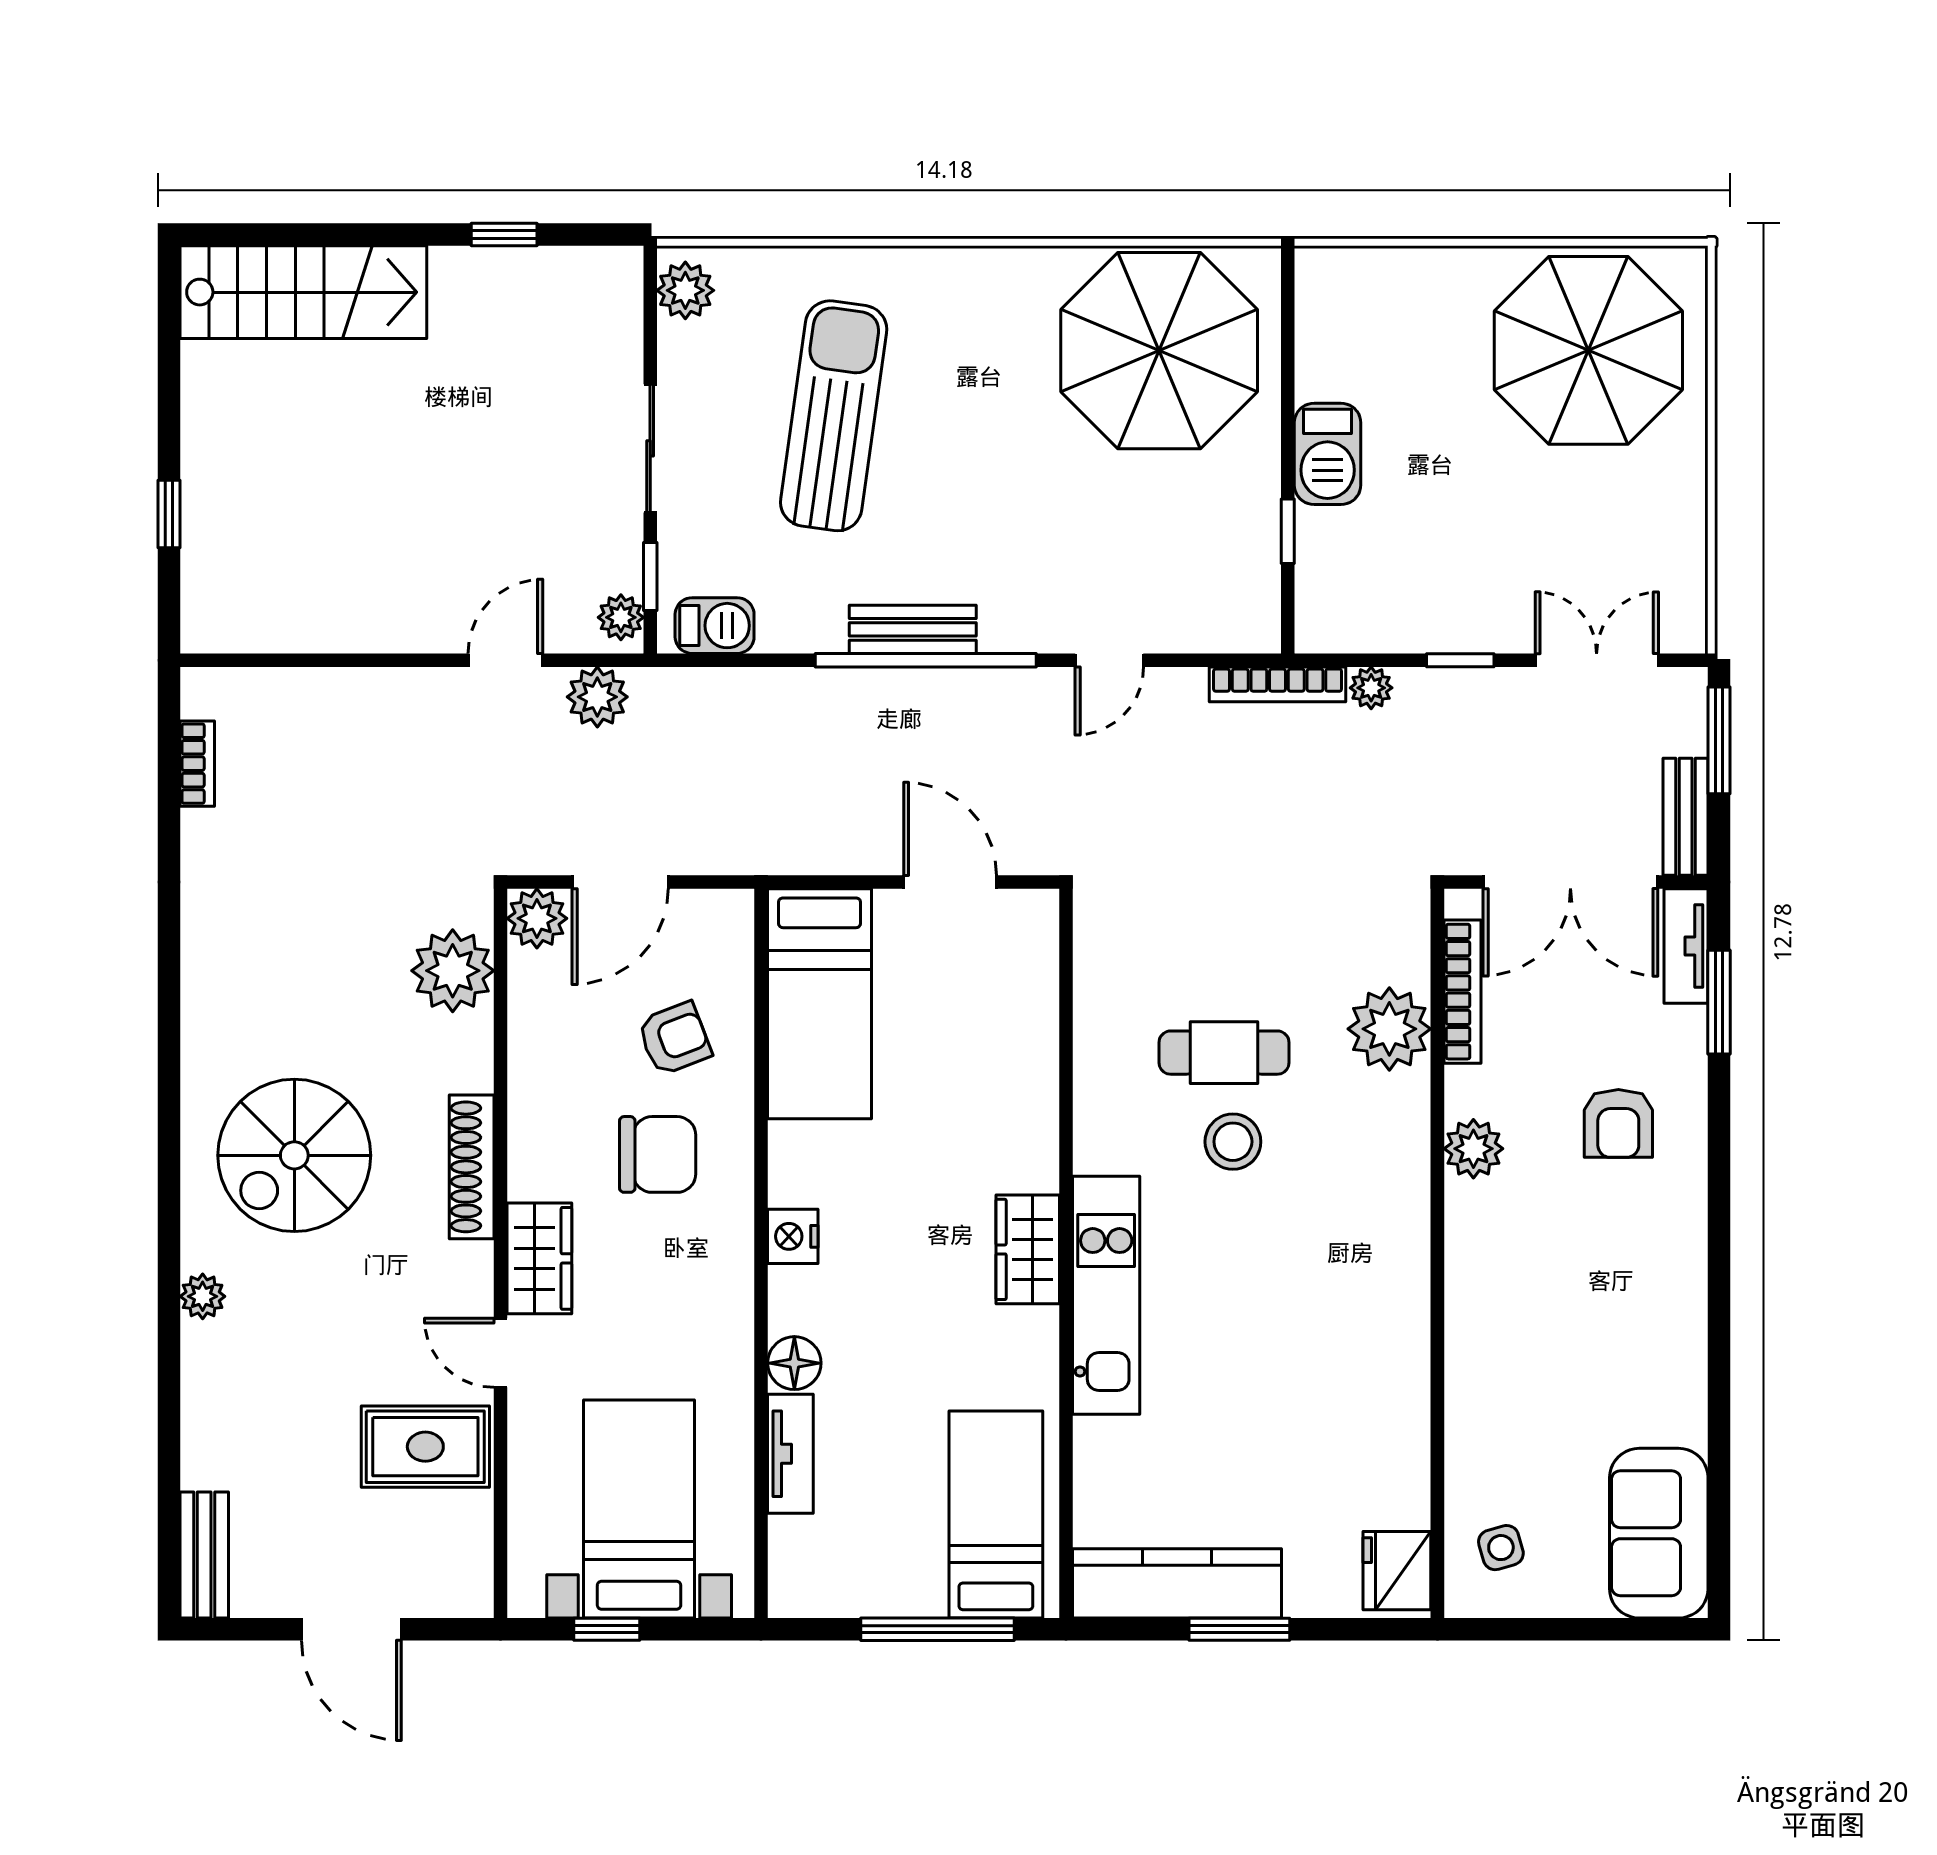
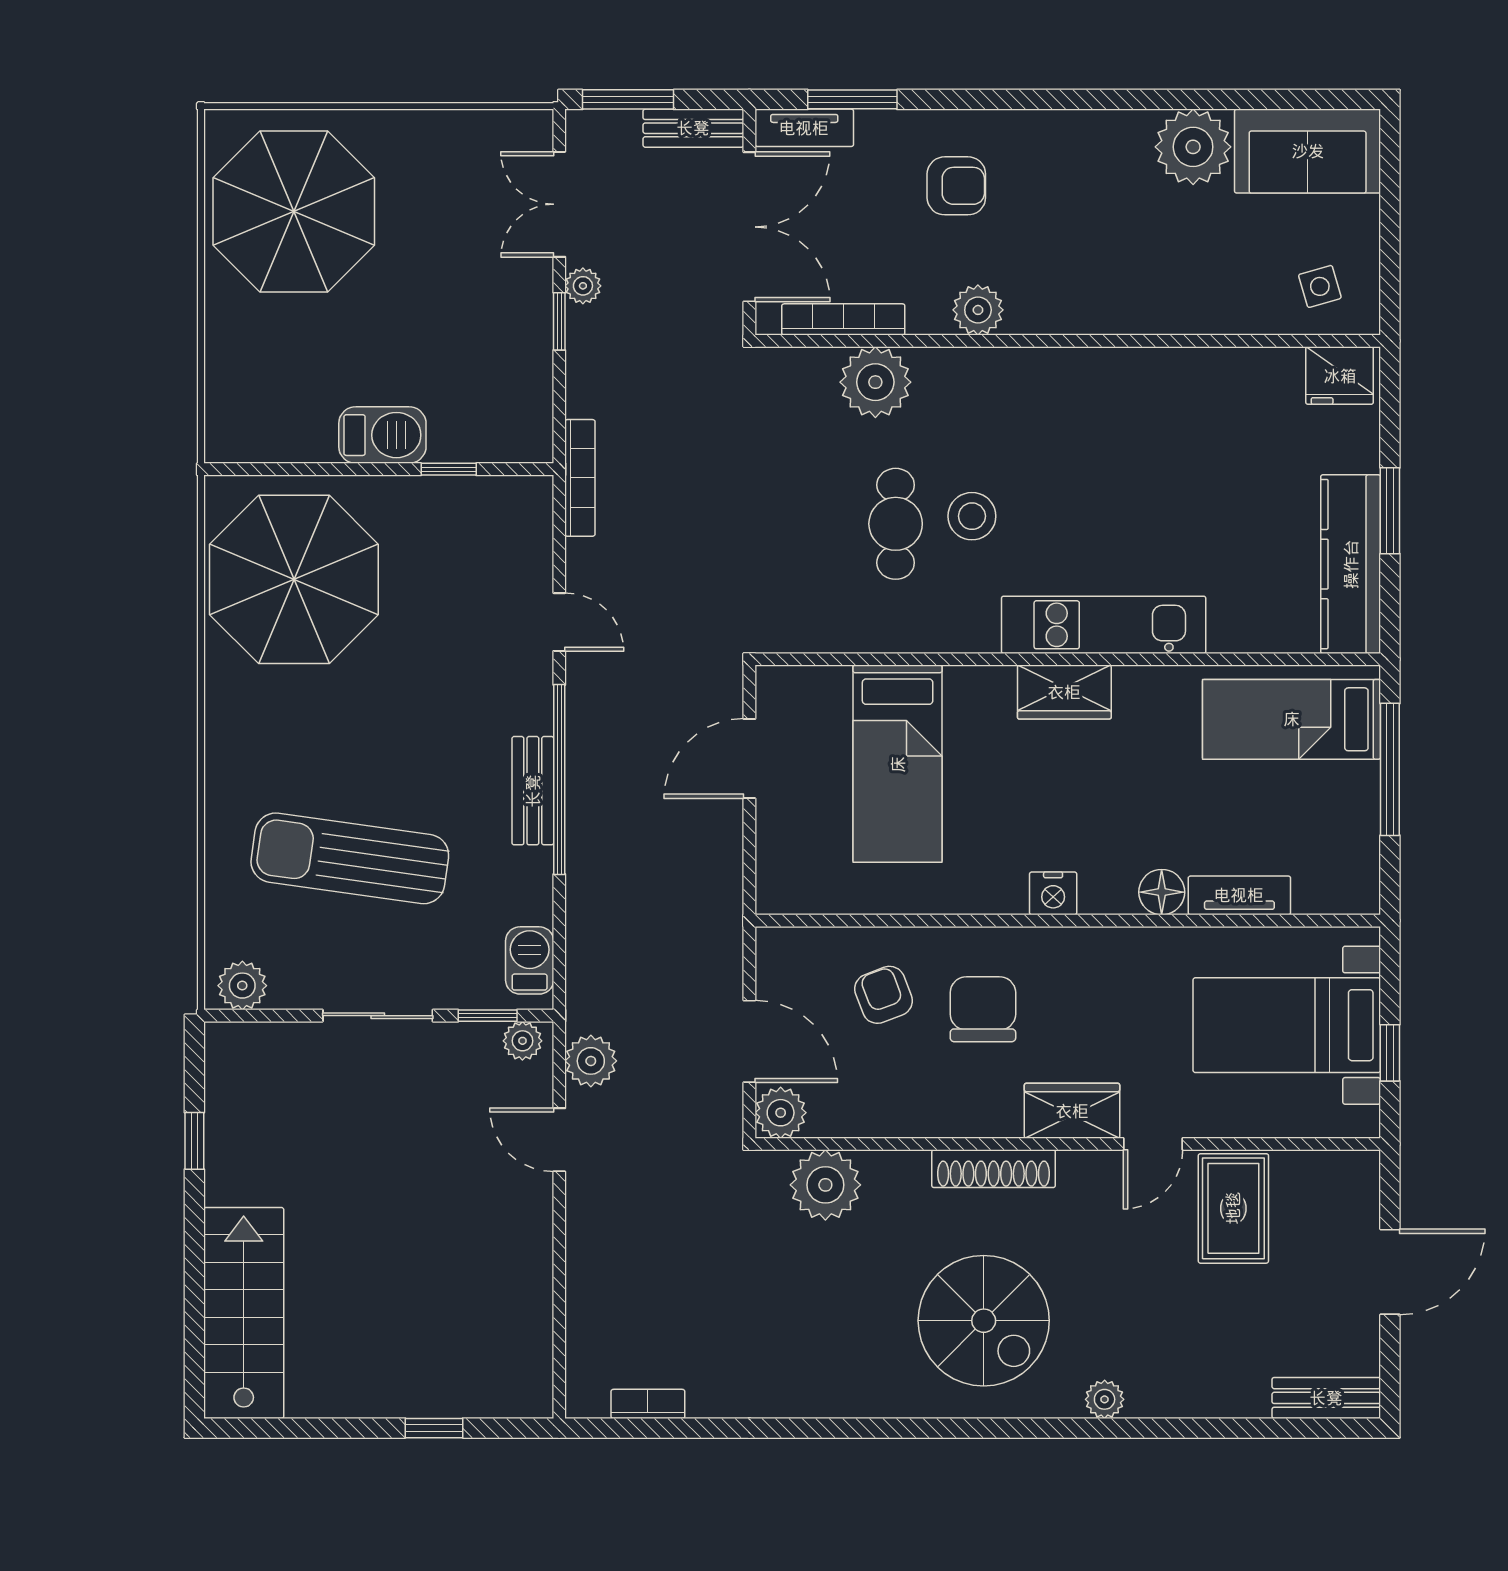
plant: (1371, 688) -> (583, 286), moved
bed: (820, 1004) -> (898, 764), moved, turned 90
plant: (1664, 1400) -> (1193, 147), added

